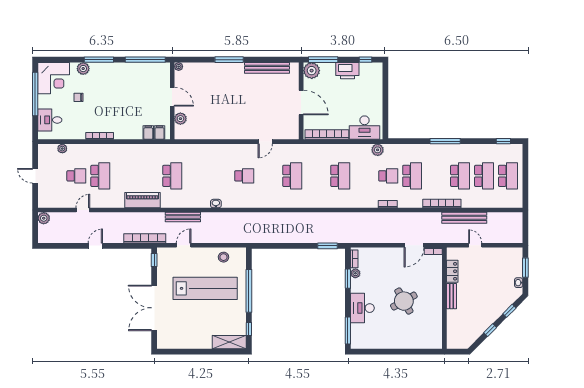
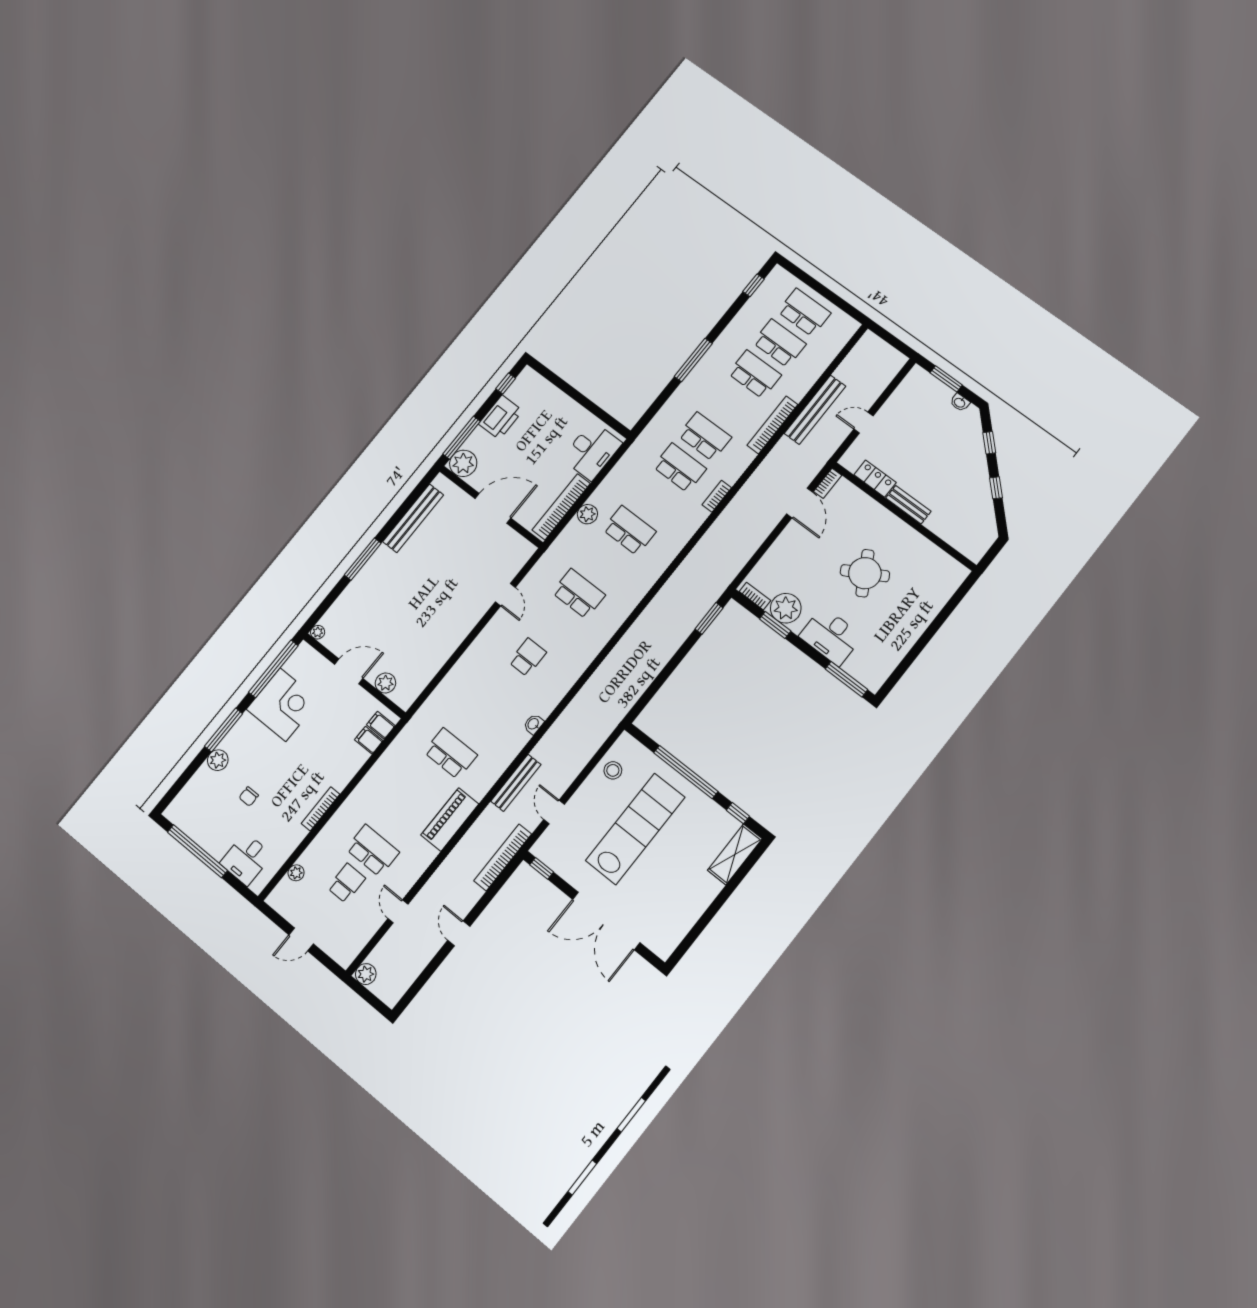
corner desk: (54, 78) -> (283, 705), moved
plant: (378, 150) -> (587, 514), moved
school desk: (388, 176) -> (680, 468), width x1.85
plant: (355, 273) -> (786, 608), width x1.88, depth x1.88

